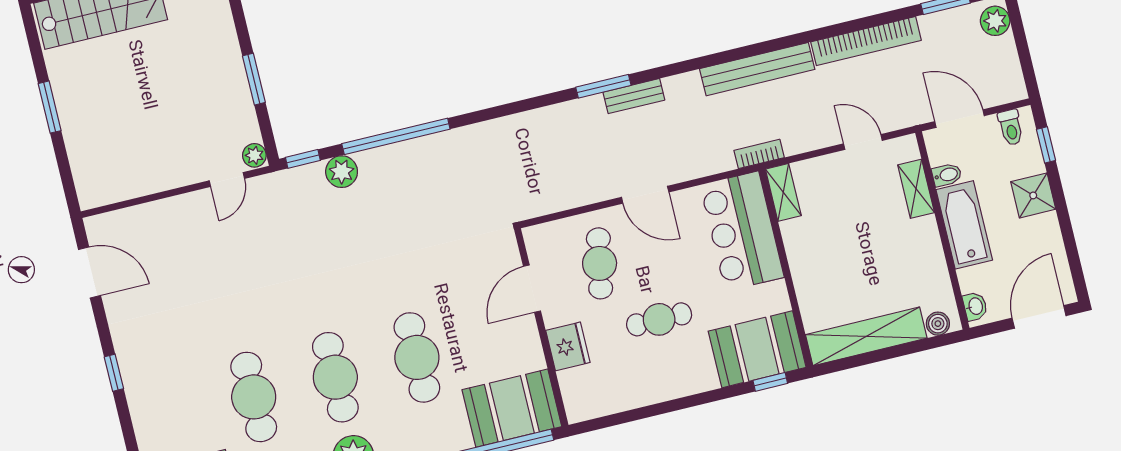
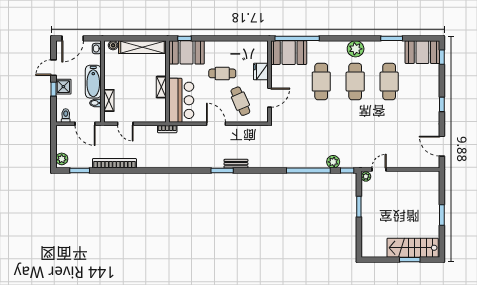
bench: (757, 69) -> (160, 163), removed
bench: (634, 96) -> (236, 164), moved
window: (1046, 145) -> (53, 89), moved
shelving: (783, 192) -> (161, 87), moved
door: (1068, 236) -> (53, 68), added
cafe table: (600, 263) -> (240, 101), turned -34

